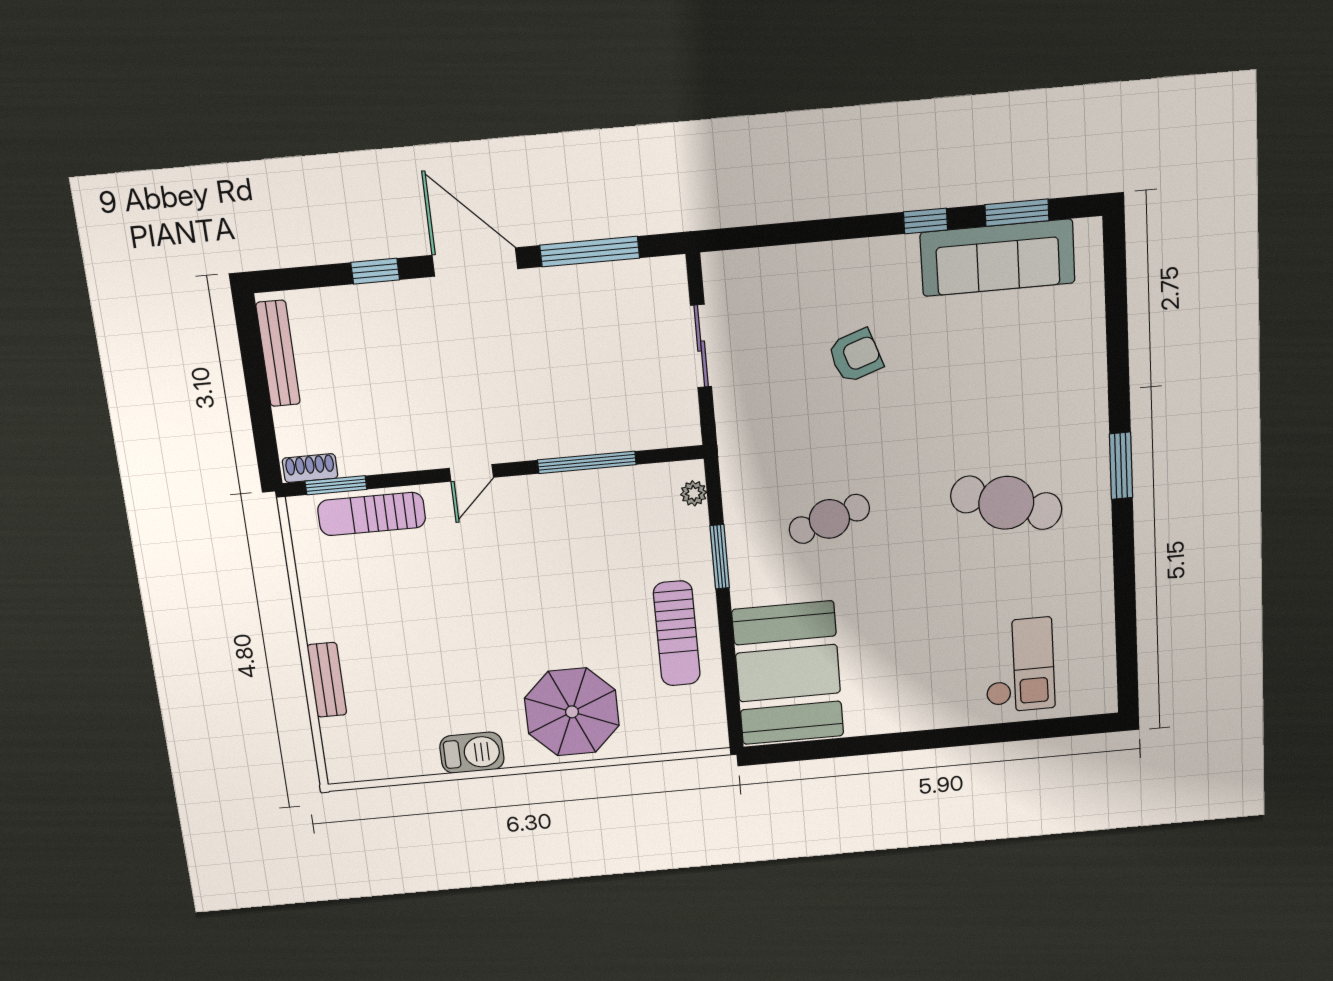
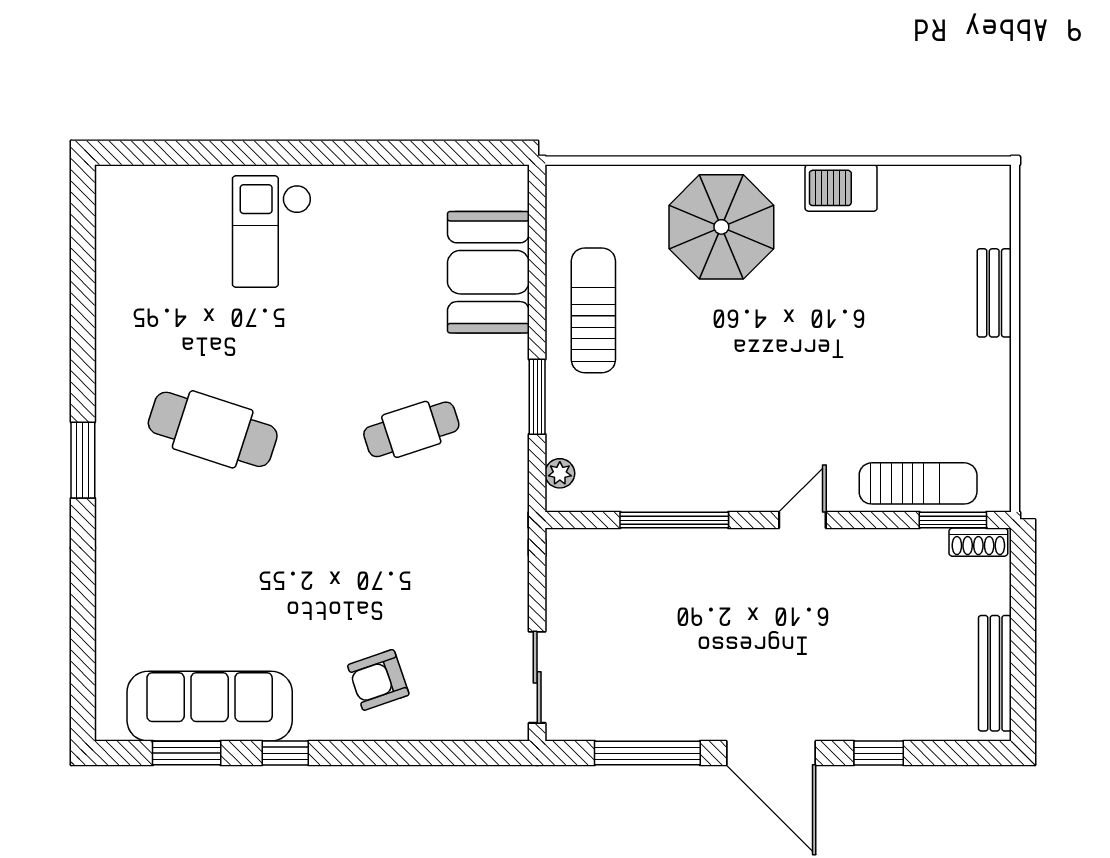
sliding door: (701, 346) -> (537, 677), moved
armchair: (855, 356) -> (378, 680), moved
checkout: (1019, 665) -> (272, 231), moved
booth: (788, 673) -> (488, 272), width x0.73, depth x0.70

